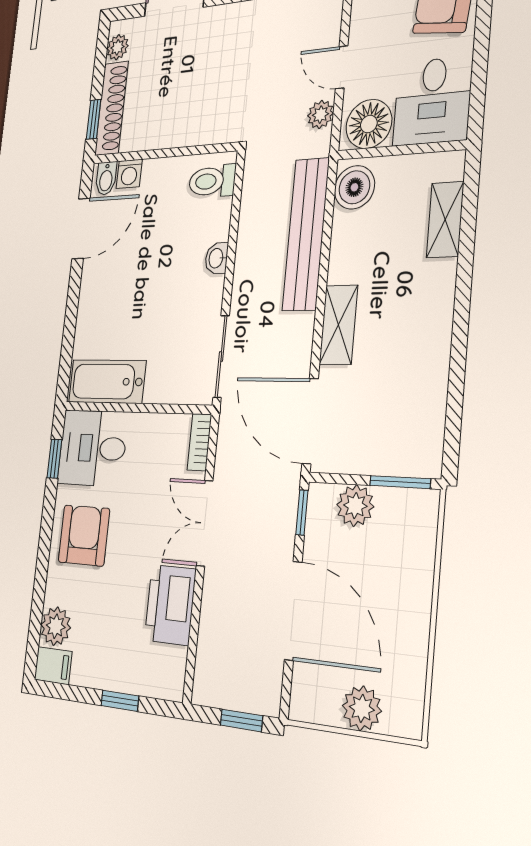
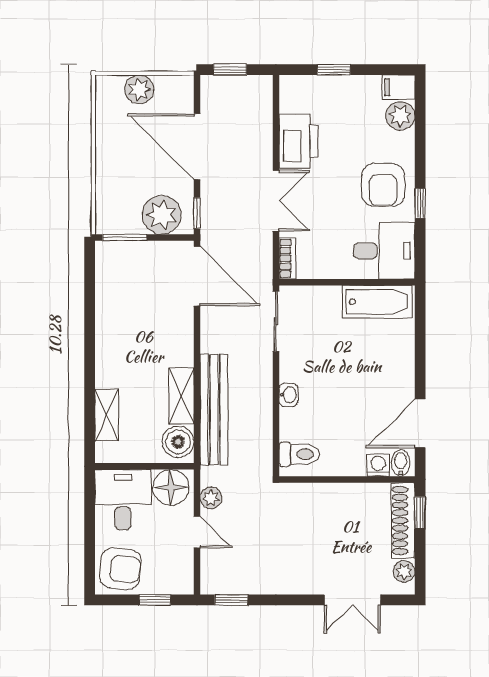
shelving: (338, 325) -> (181, 396), moved
window: (54, 459) -> (420, 203), moved
plant: (355, 506) -> (162, 215), width x1.36, depth x1.36

